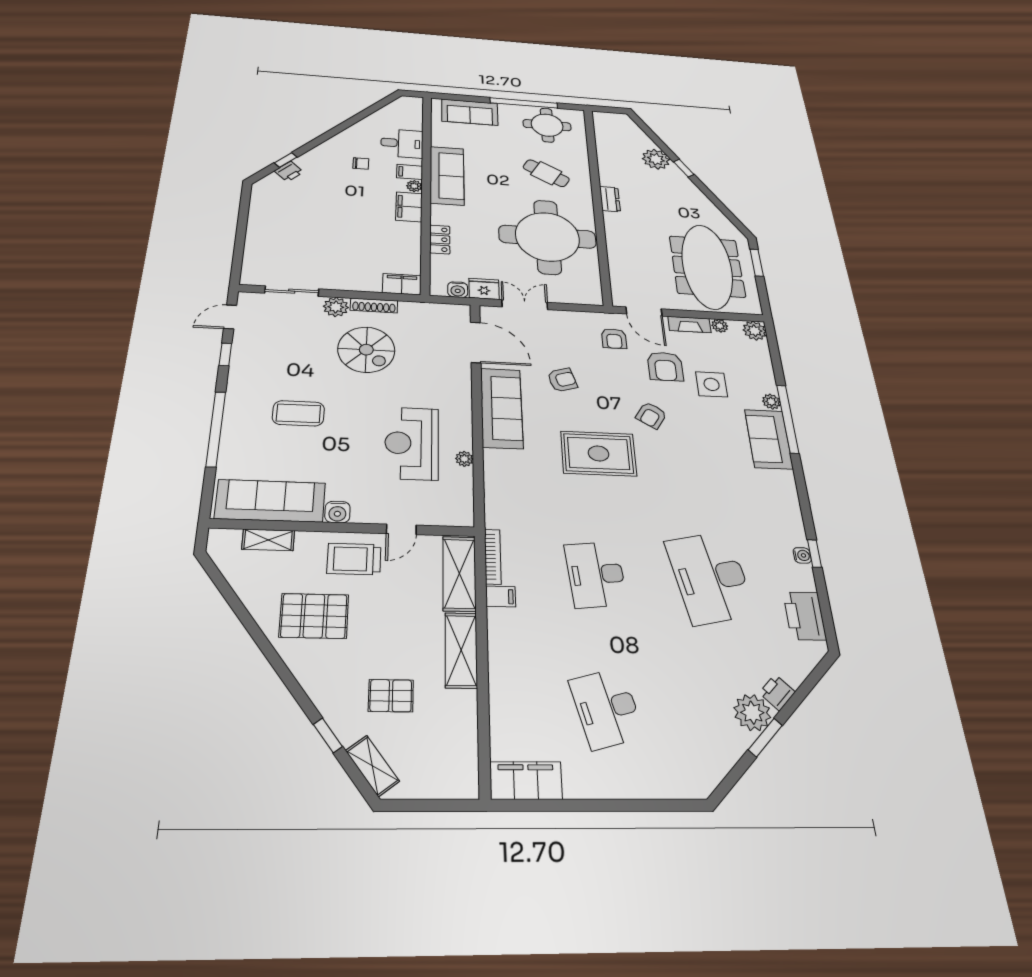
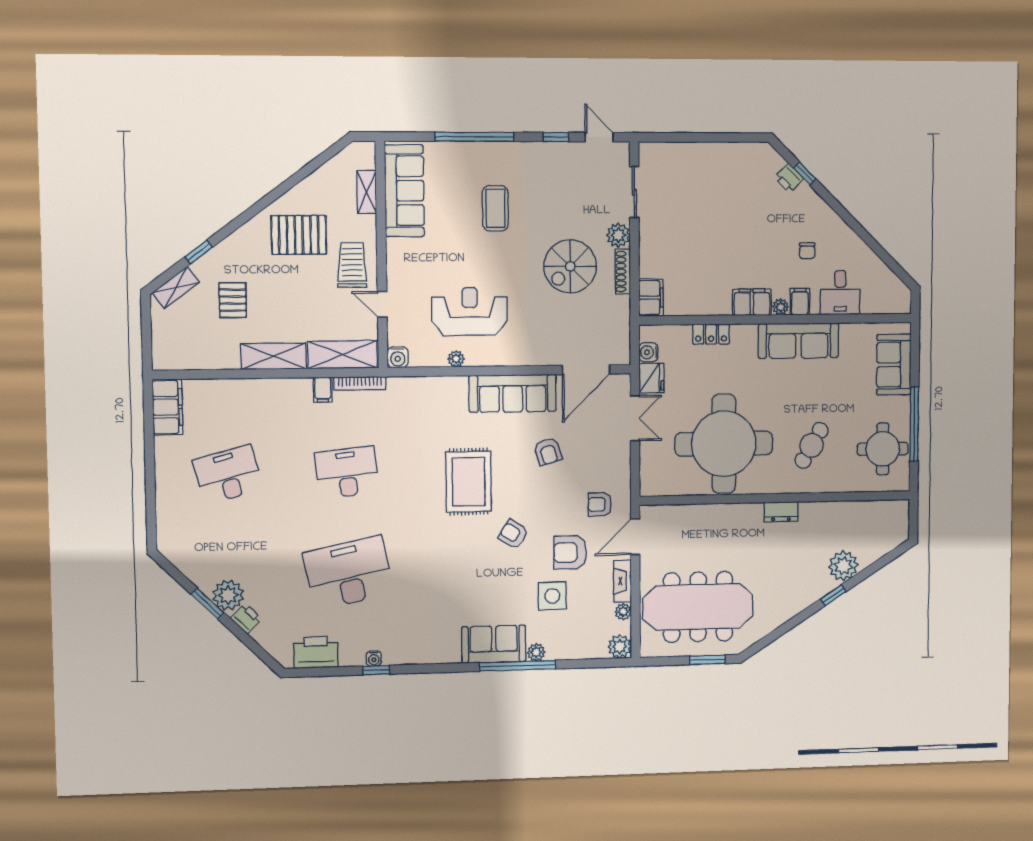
water cooler: (337, 512) -> (398, 357), moved, turned -90
pallet: (314, 616) -> (299, 235), turned 90

